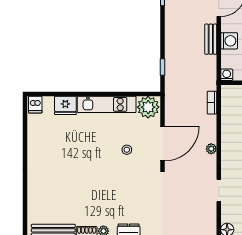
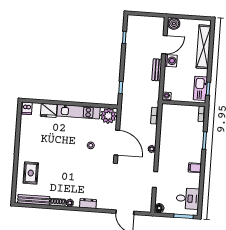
washing machine: (229, 41) -> (171, 61), moved
door: (163, 143) -> (117, 143), hinge flipped
rug: (47, 194) -> (31, 173), added

